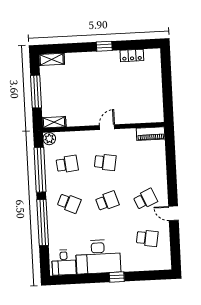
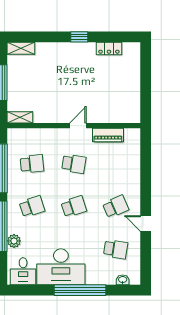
piano: (151, 134) -> (108, 135), moved
plant: (49, 139) -> (14, 241), moved
school desk: (69, 203) -> (32, 207), turned -42
washbasin: (155, 266) -> (123, 280), added
window: (117, 277) -> (80, 290), width x3.17

